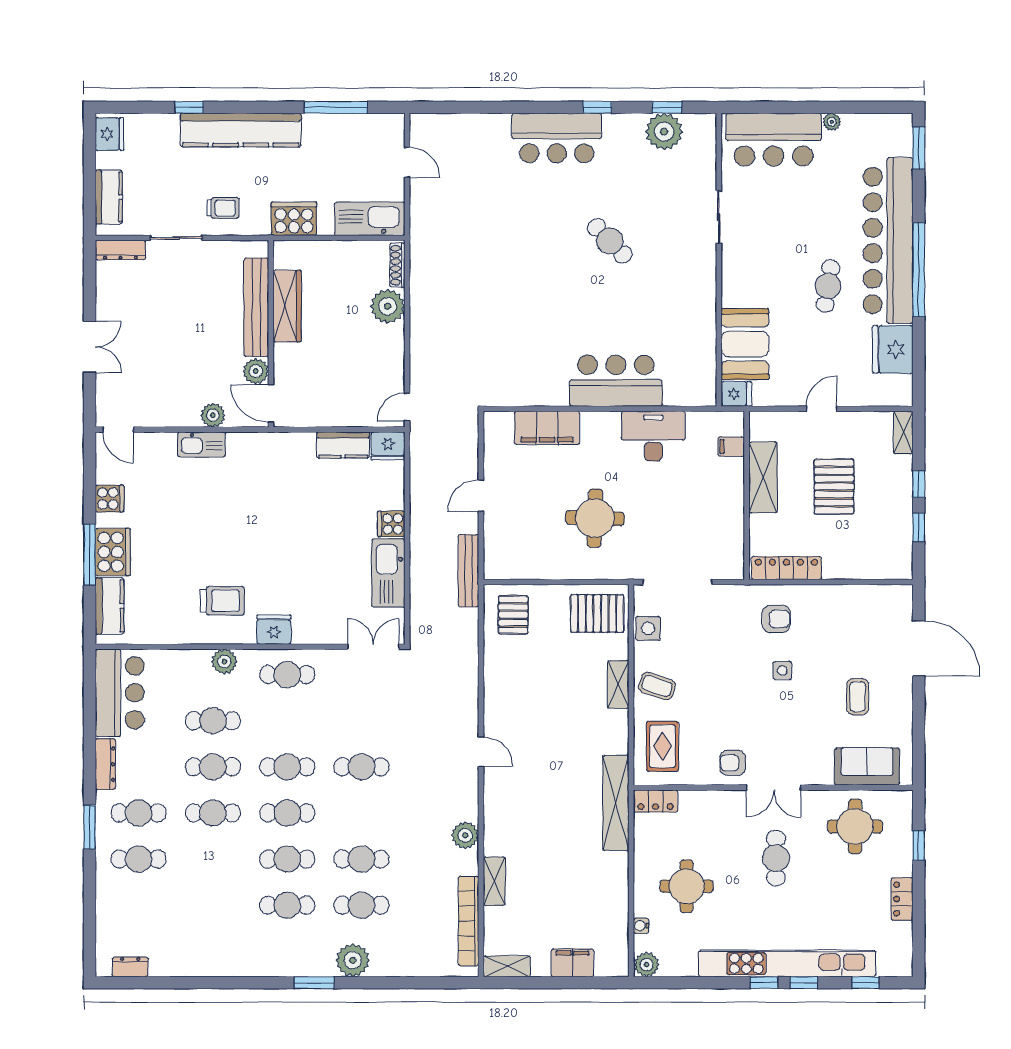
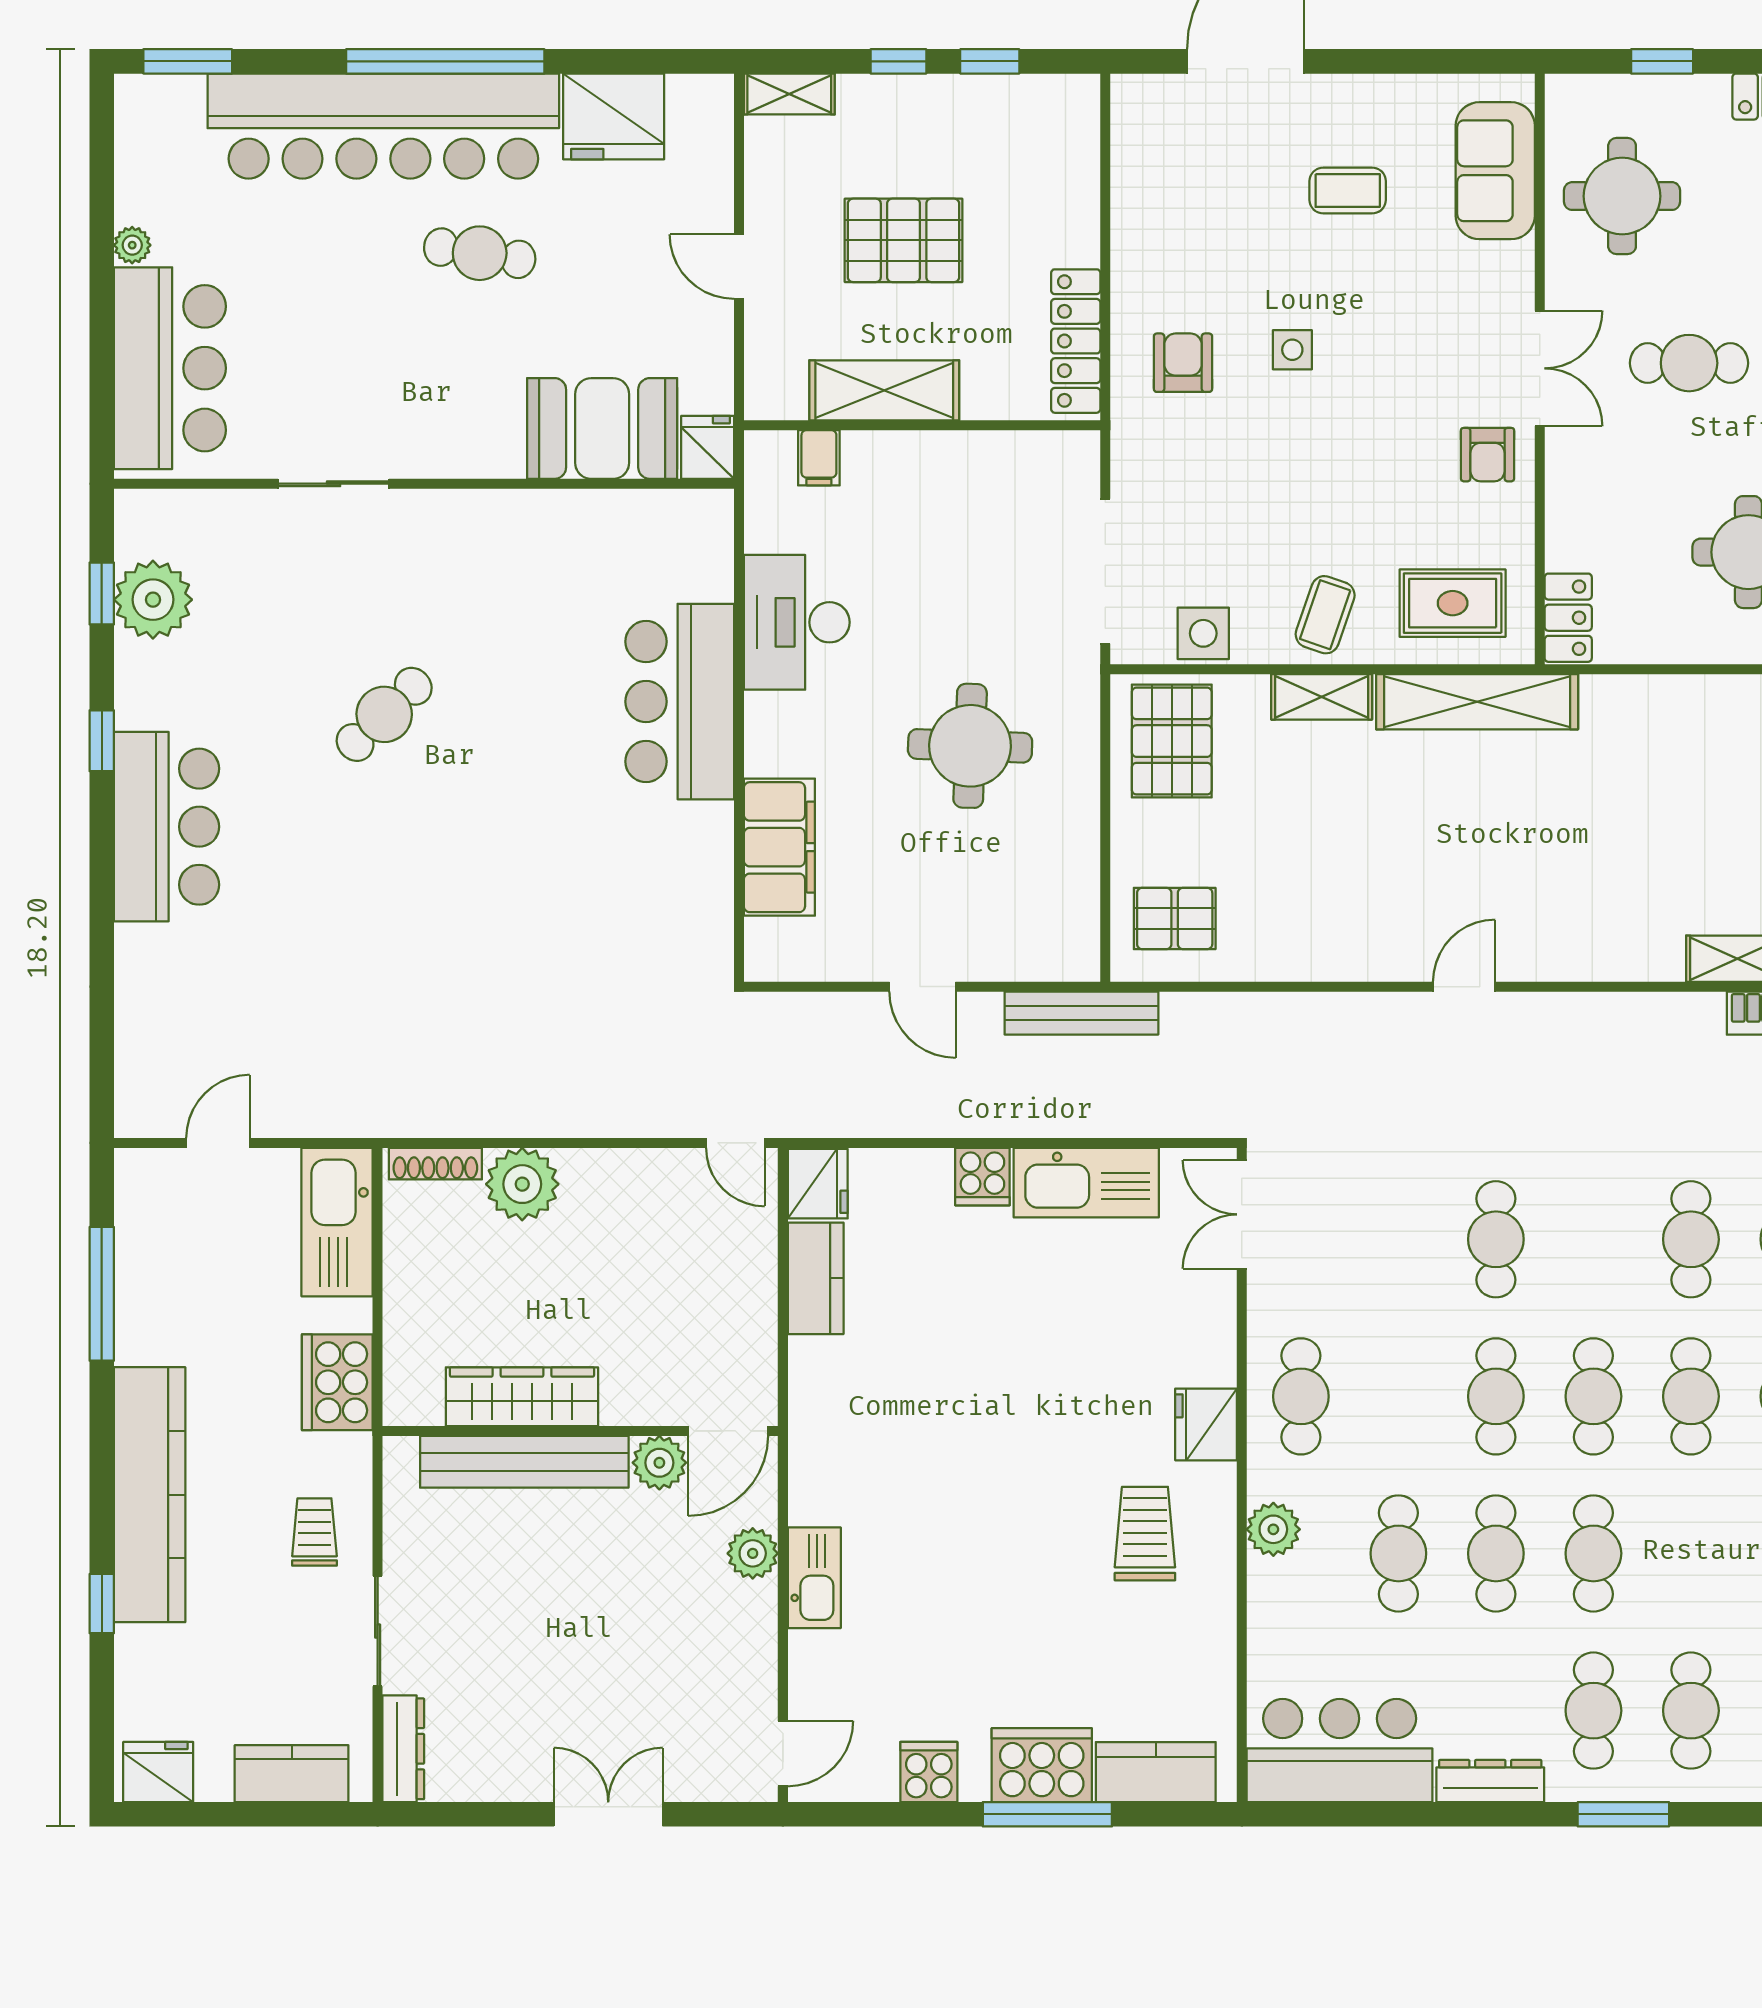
shelving: (616, 803) -> (1477, 702), moved
plant: (465, 835) -> (1641, 1020), removed

